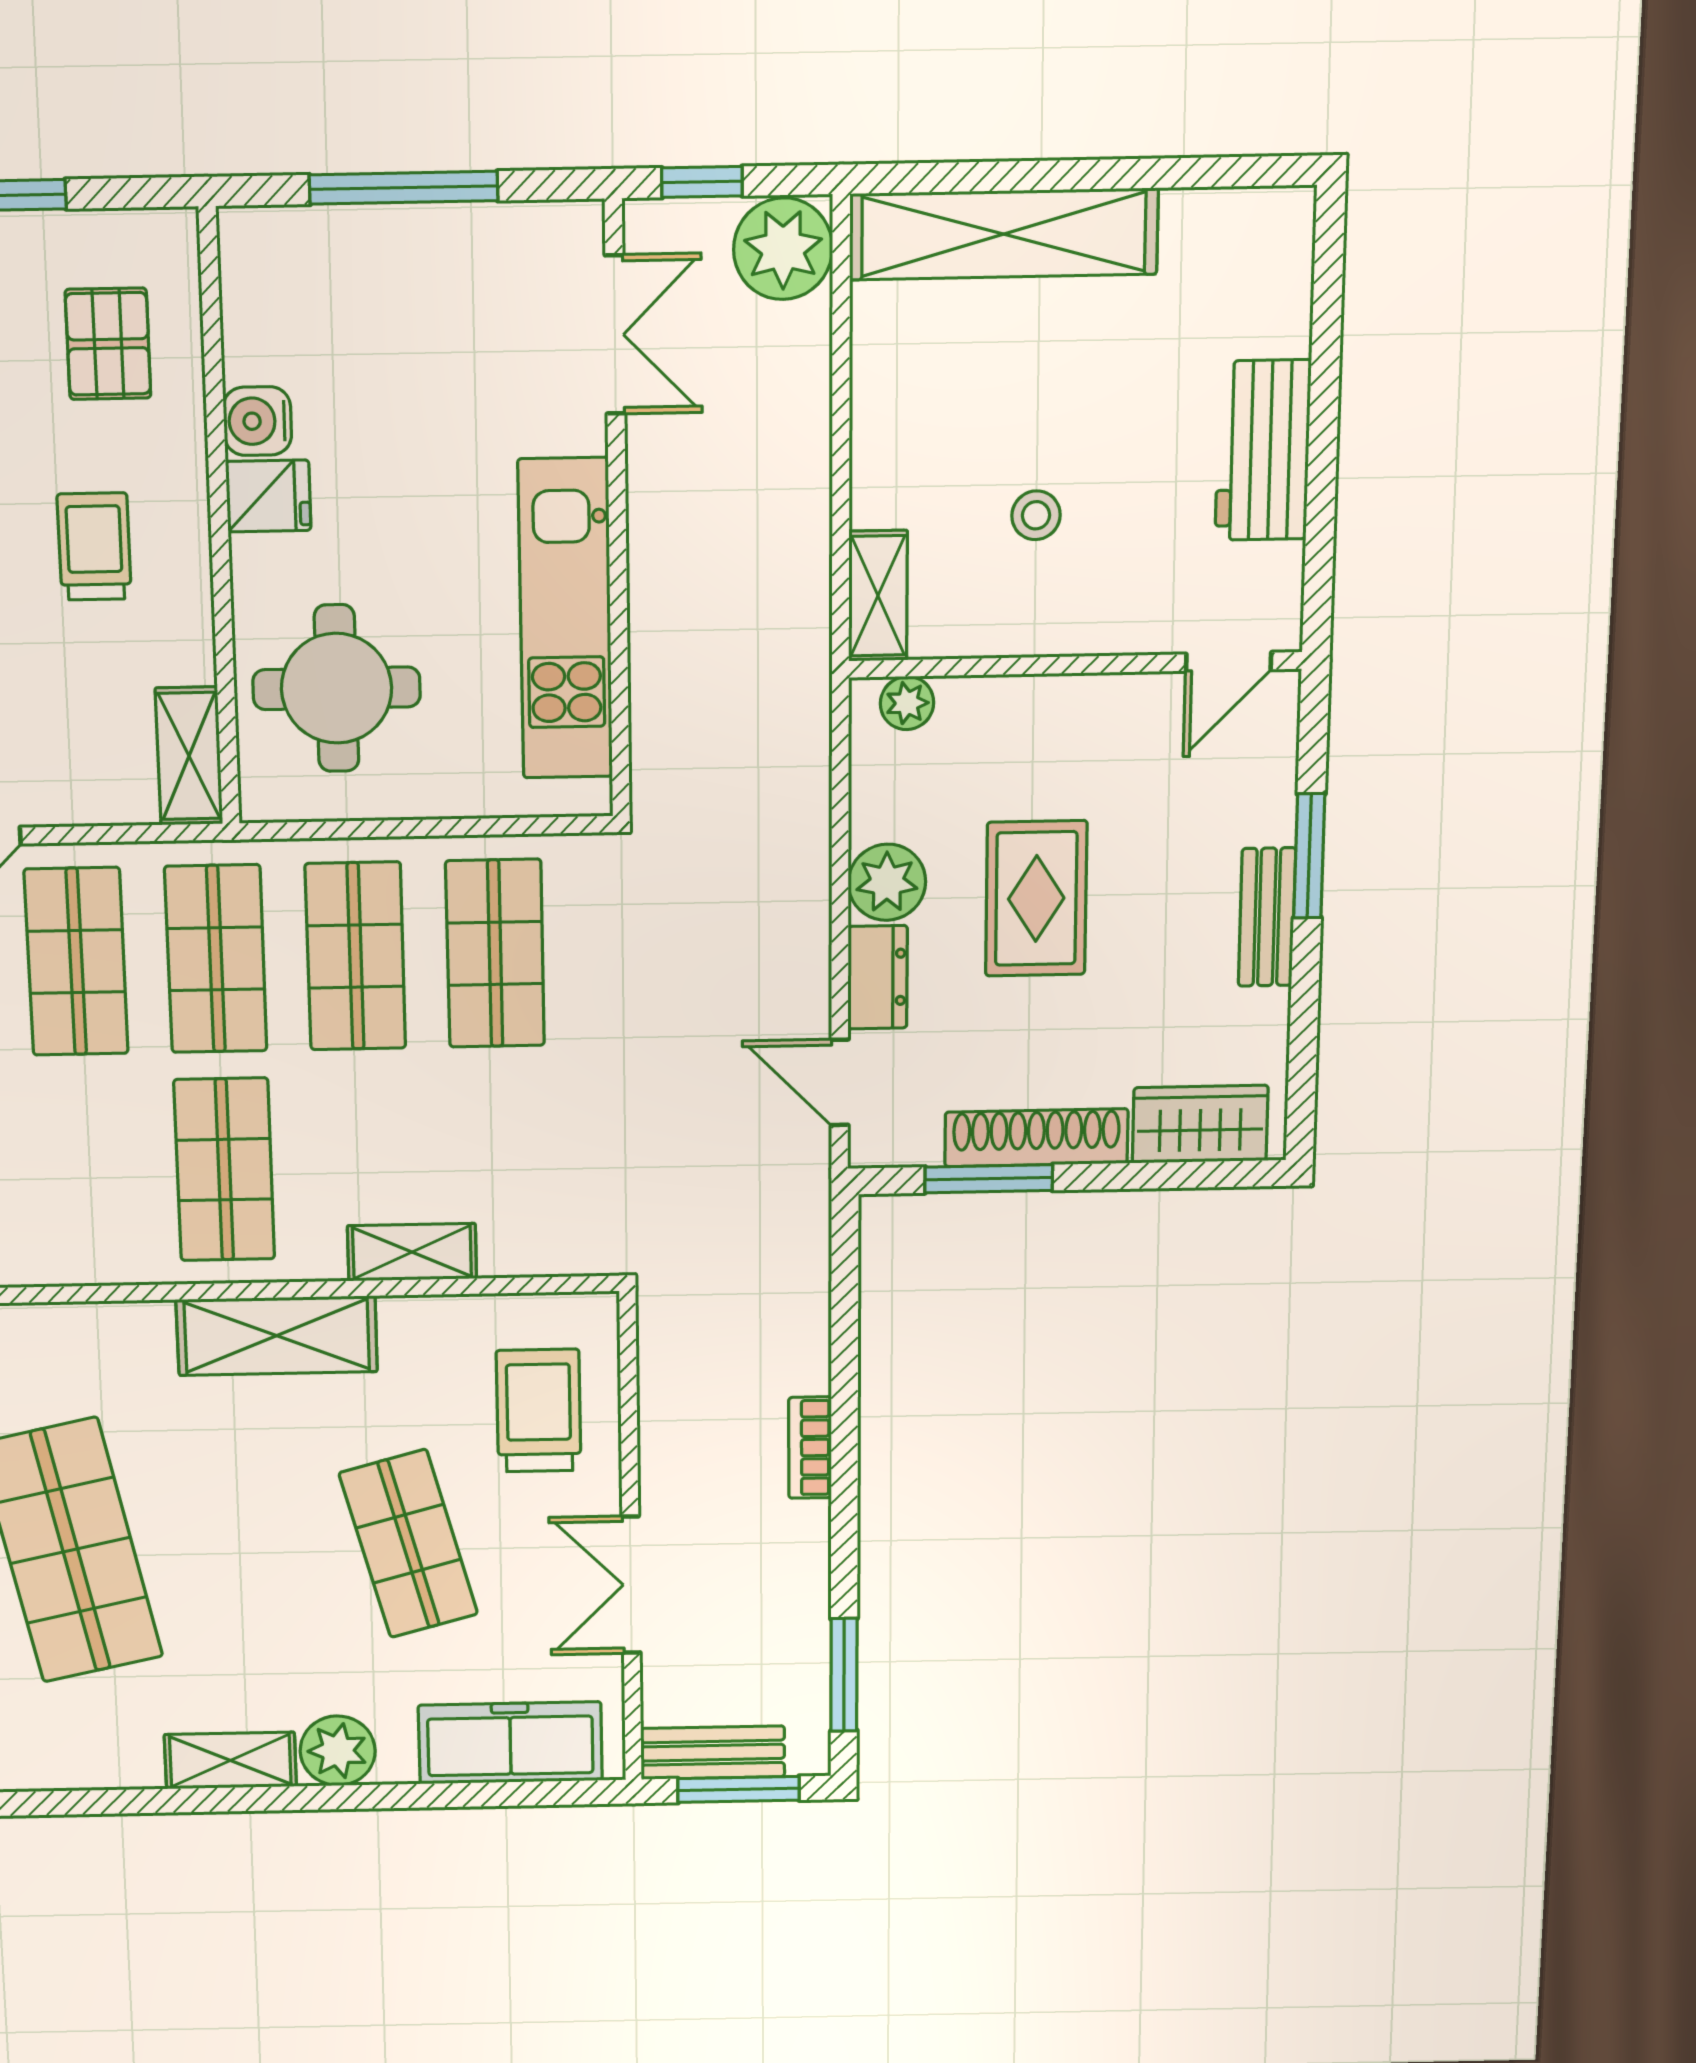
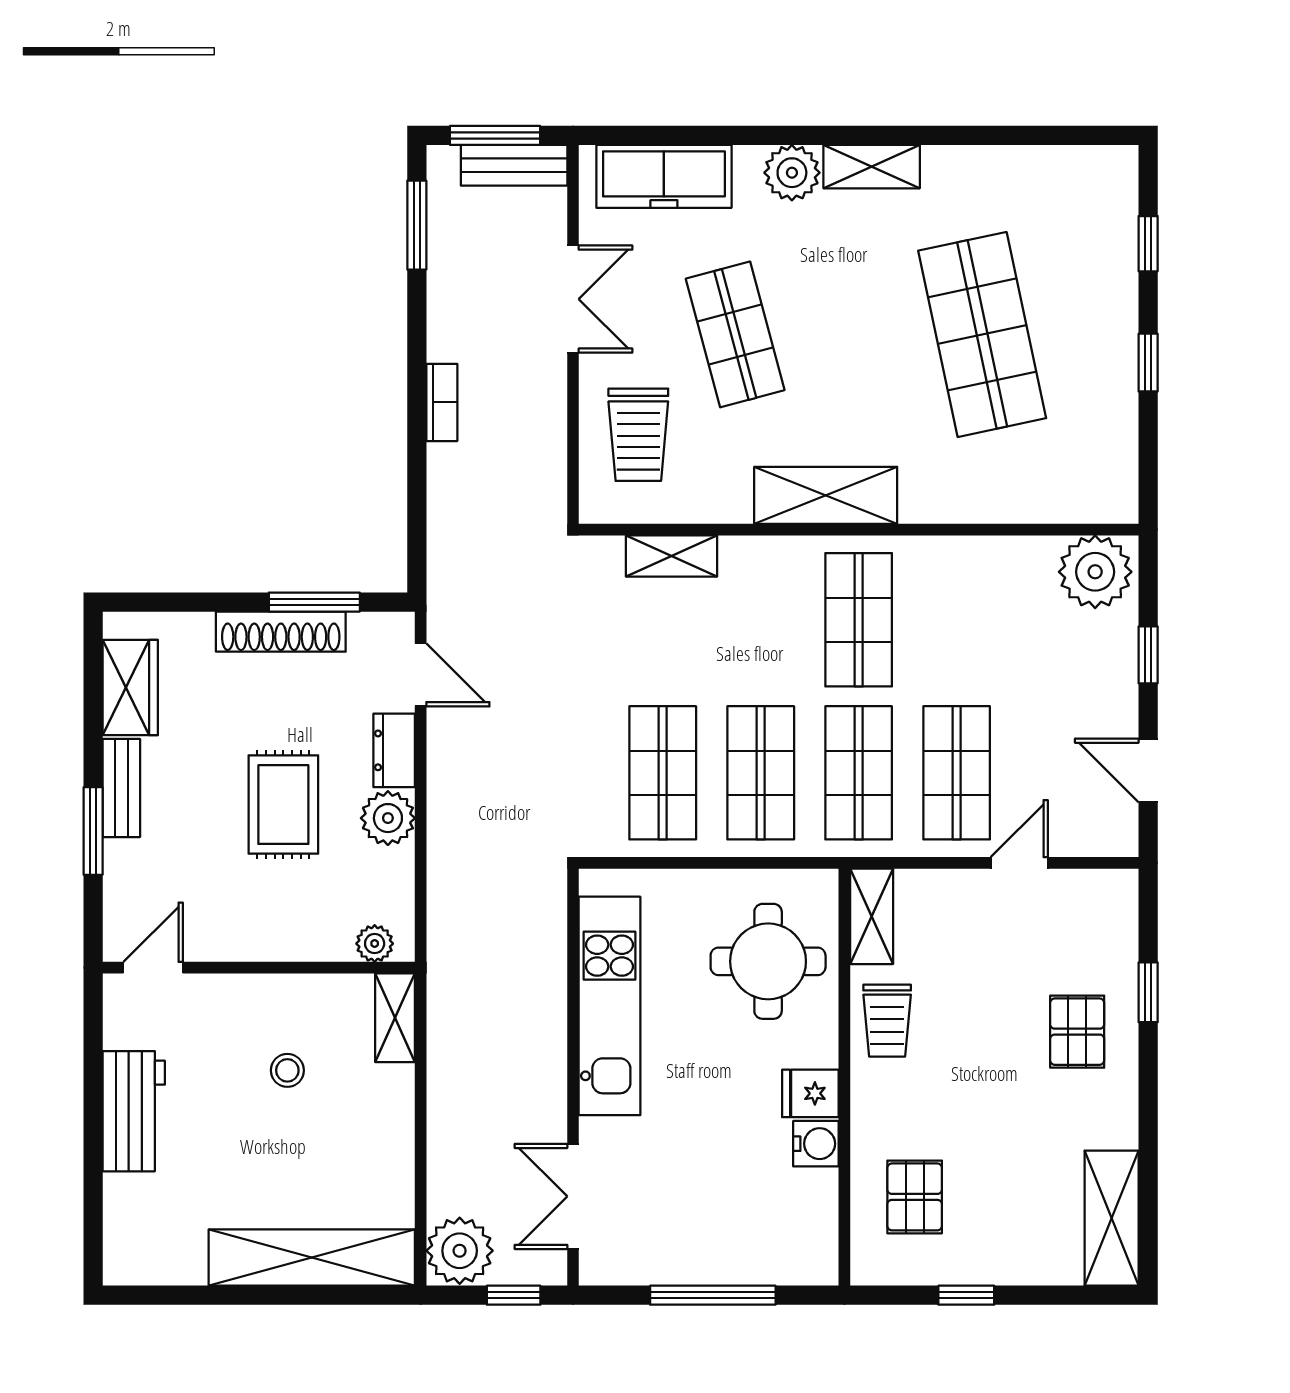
trolley: (94, 546) -> (887, 1021), moved
wardrobe: (1200, 1124) -> (130, 688), moved, turned -90
shelving: (412, 1252) -> (671, 556), moved

